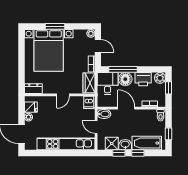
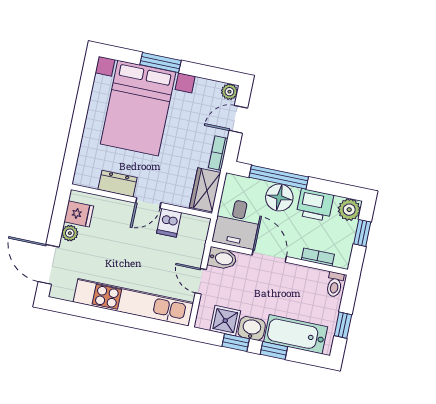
door: (98, 46) -> (238, 119), swing flipped
desk: (108, 84) -> (237, 223), moved, turned 180
dresser: (33, 89) -> (117, 184), moved
dishwasher: (89, 102) -> (169, 223), moved

